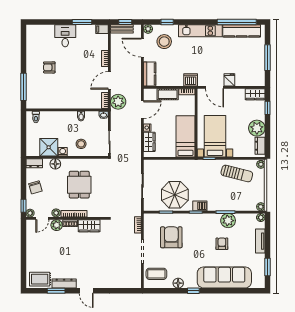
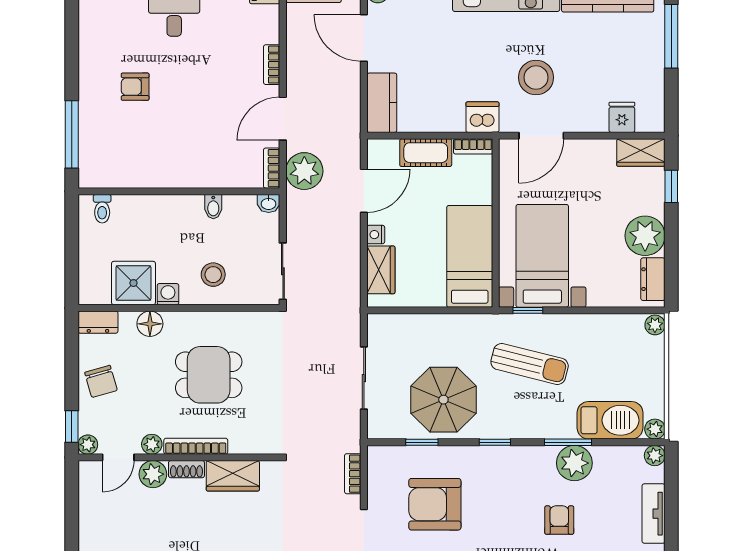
stool: (164, 42) -> (536, 77), moved
window: (268, 58) -> (671, 36), moved
fridge: (229, 80) -> (622, 117), moved
door: (215, 87) -> (541, 136), hinge flipped
sun lounger: (237, 174) -> (530, 364), moved
dining table: (79, 185) -> (209, 375), turned 90
barbecue: (200, 206) -> (610, 420), moved, width x1.88, depth x1.53
armchair: (171, 237) -> (435, 504), turned -90

